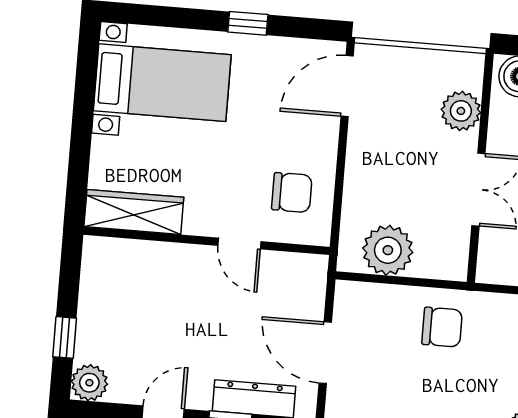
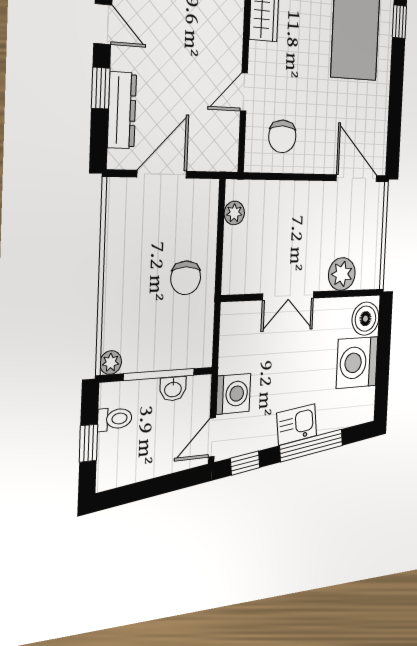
window: (248, 23) -> (399, 22), moved
plant: (388, 250) -> (234, 213), width x0.53, depth x0.53

